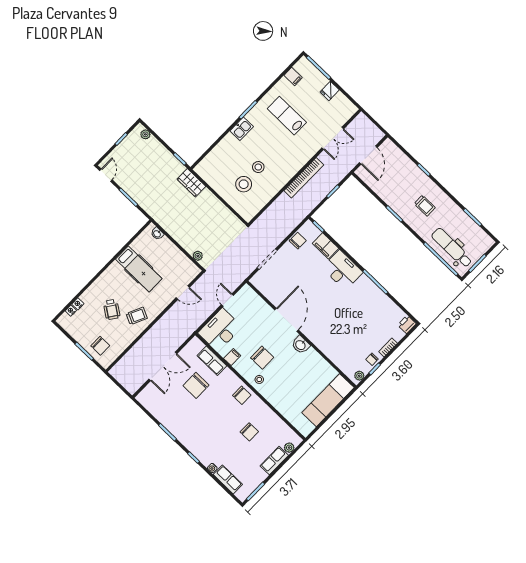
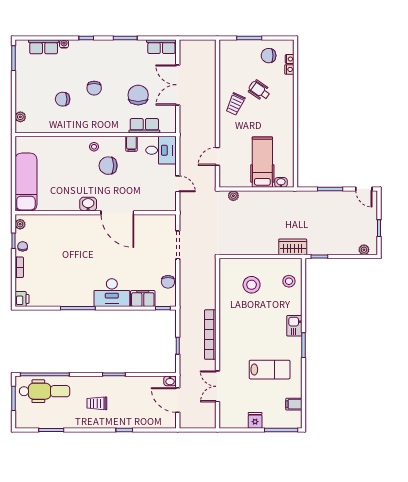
stool: (258, 167) -> (289, 281), moved
washbasin: (361, 173) -> (170, 381), added
hospital bed: (139, 269) -> (262, 162), moved, turned 90
desk: (220, 330) -> (161, 150), width x0.73
chair: (100, 346) -> (269, 56), moved
chair: (242, 395) -> (94, 88), moved, turned -90
row of seats: (274, 461) -> (161, 47), moved, turned 90

